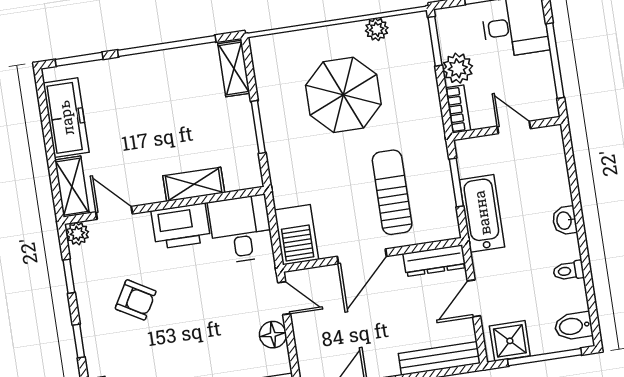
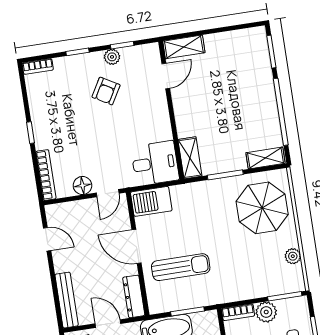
parasol: (343, 95) -> (262, 208), moved
freezer: (66, 118) -> (231, 43), removed
shelving: (194, 184) -> (190, 158), moved
printer: (181, 226) -> (157, 122), removed
plant: (77, 233) -> (112, 57), moved

